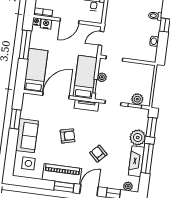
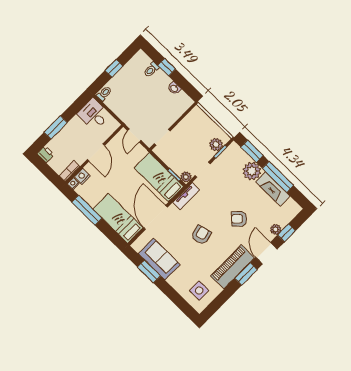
plant: (102, 77) -> (186, 177), moved
sofa: (27, 136) -> (159, 259), moved
plant: (128, 186) -> (275, 229), moved

